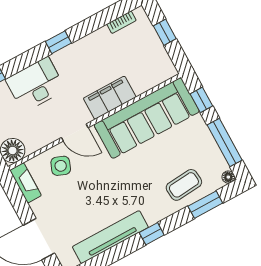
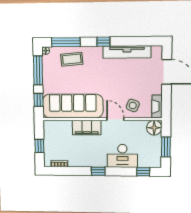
window: (205, 205) -> (66, 42), width x1.44

